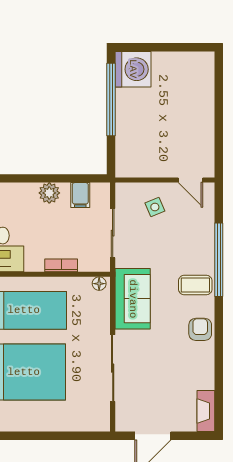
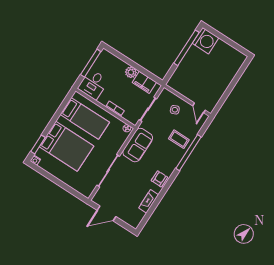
filing cabinet: (80, 195) -> (144, 82), width x2.00
coffee table: (195, 285) -> (179, 139), moved
fireplace: (206, 411) -> (149, 201), moved

